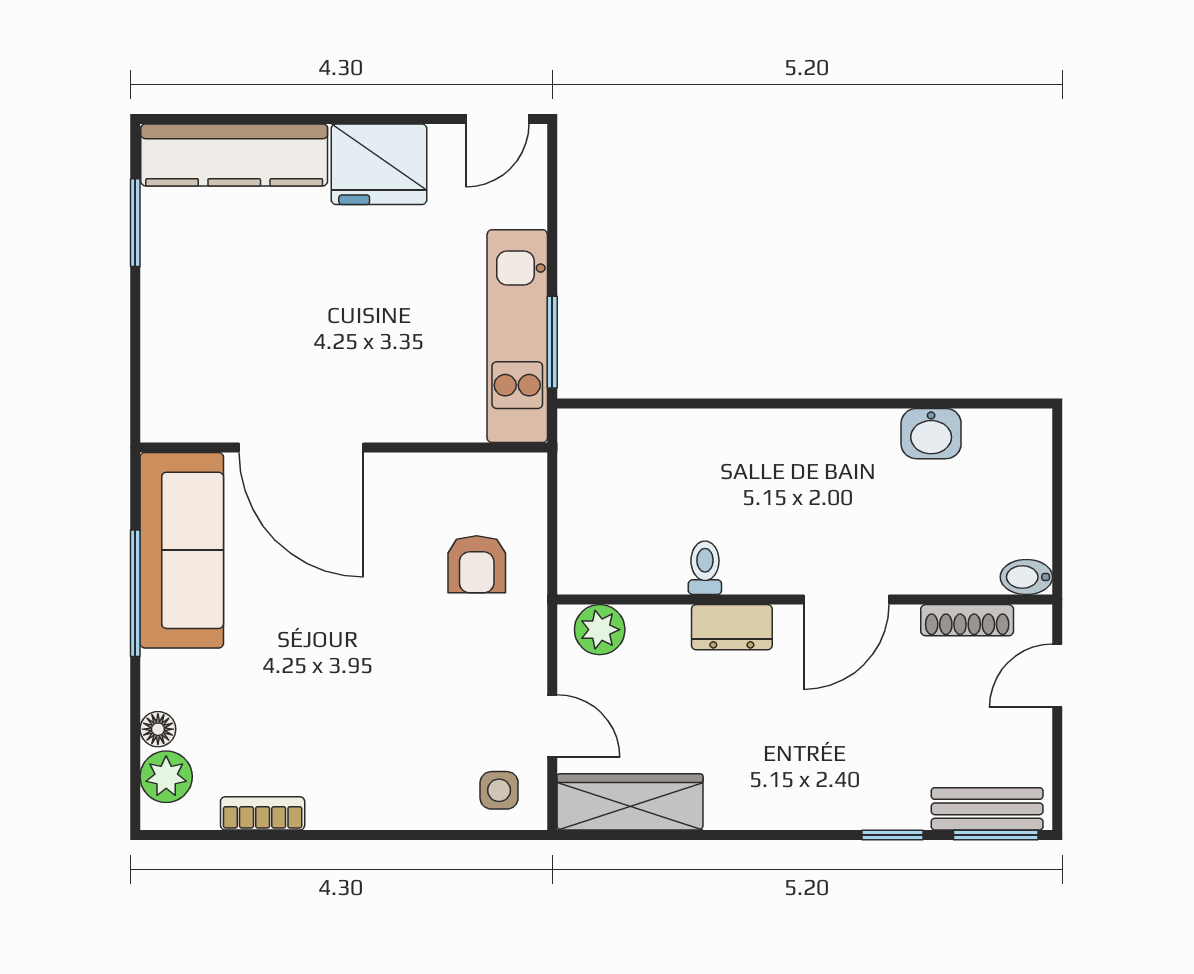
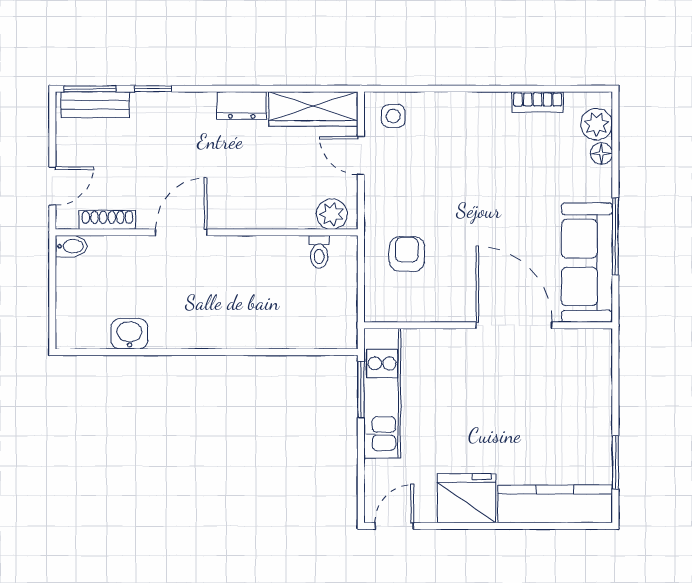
toilet: (705, 568) -> (319, 252), moved
dresser: (732, 627) -> (242, 106), moved, turned 180

